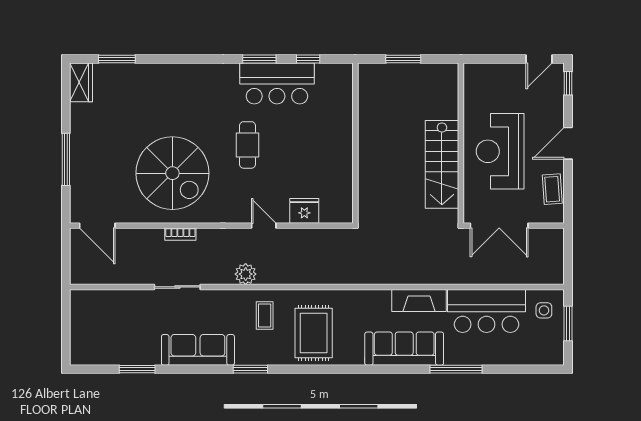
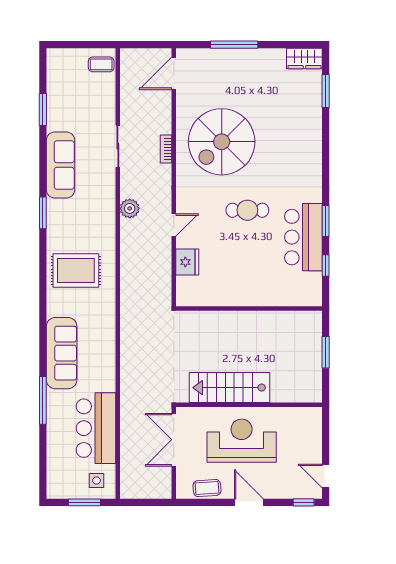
fireplace: (419, 300) -> (106, 367), removed
coffee table: (265, 316) -> (101, 64), moved

